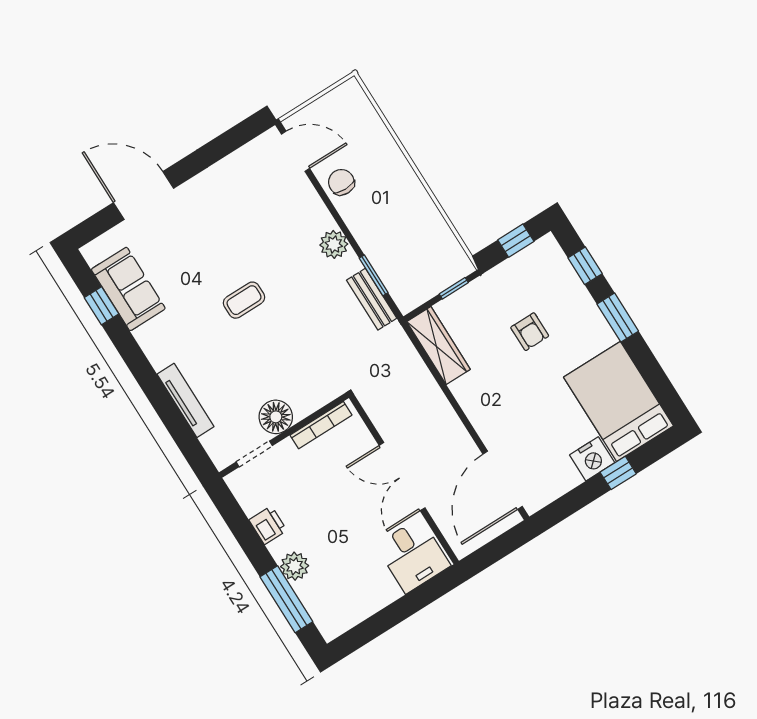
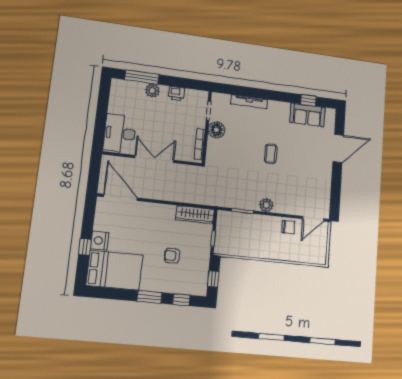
bench: (372, 299) -> (234, 203), removed
desk: (413, 555) -> (120, 133), width x1.37

